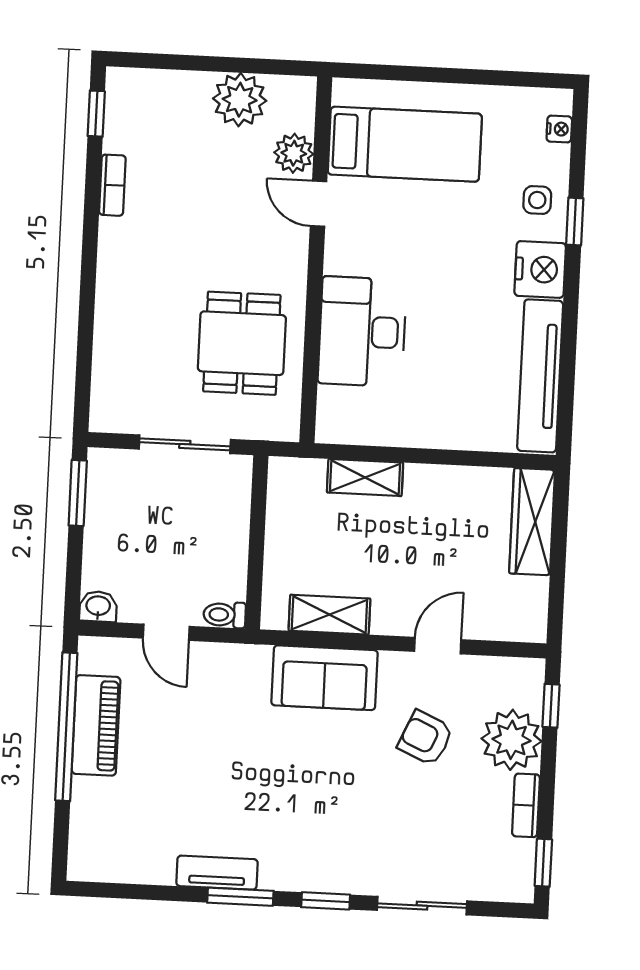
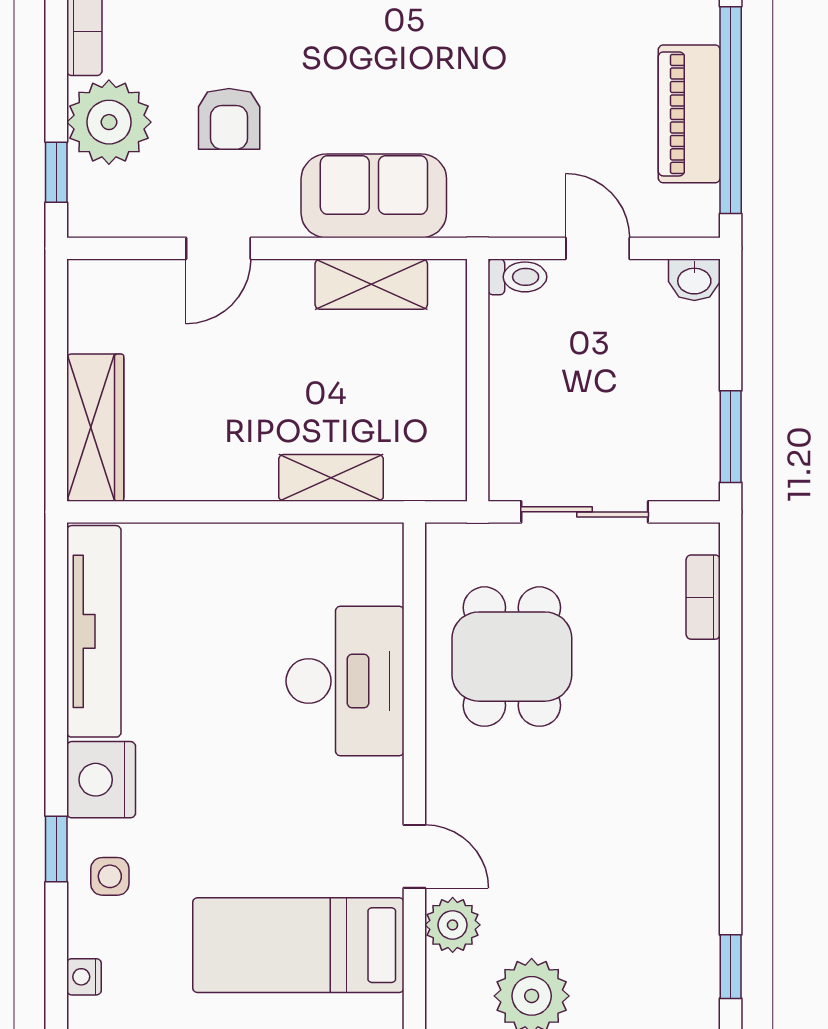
bookcase: (112, 185) -> (703, 597), moved
armchair: (425, 738) -> (229, 119), turned 66

